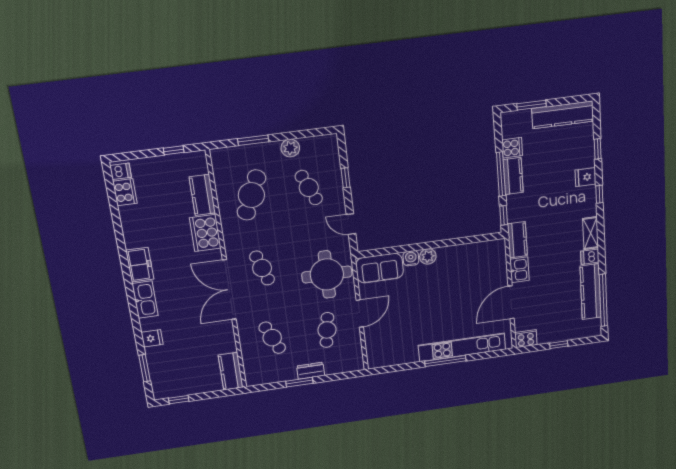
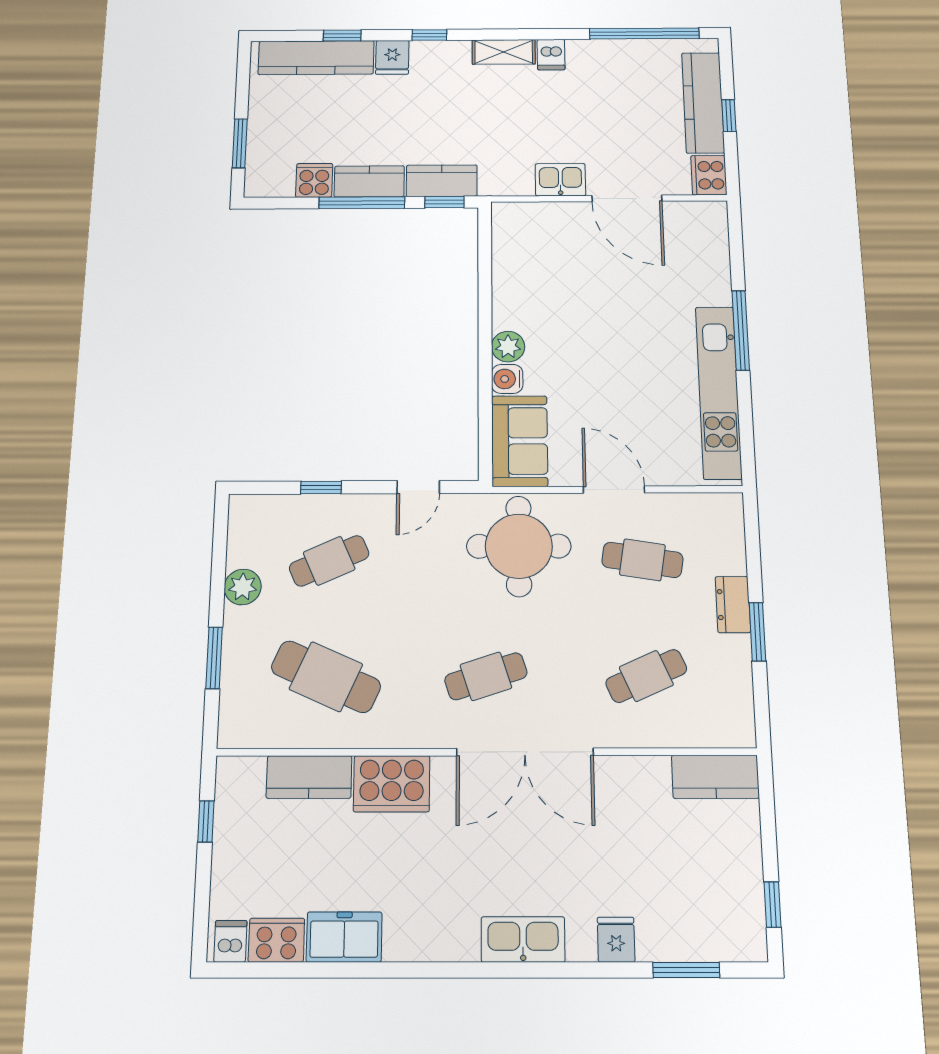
kitchen counter: (563, 115) -> (316, 58), moved, turned 90
kitchen counter: (517, 240) -> (442, 181), moved
freezer: (140, 265) -> (344, 937), moved
kitchen counter: (591, 292) -> (703, 103), moved, turned 90
kitchen unit: (462, 347) -> (719, 392), moved

